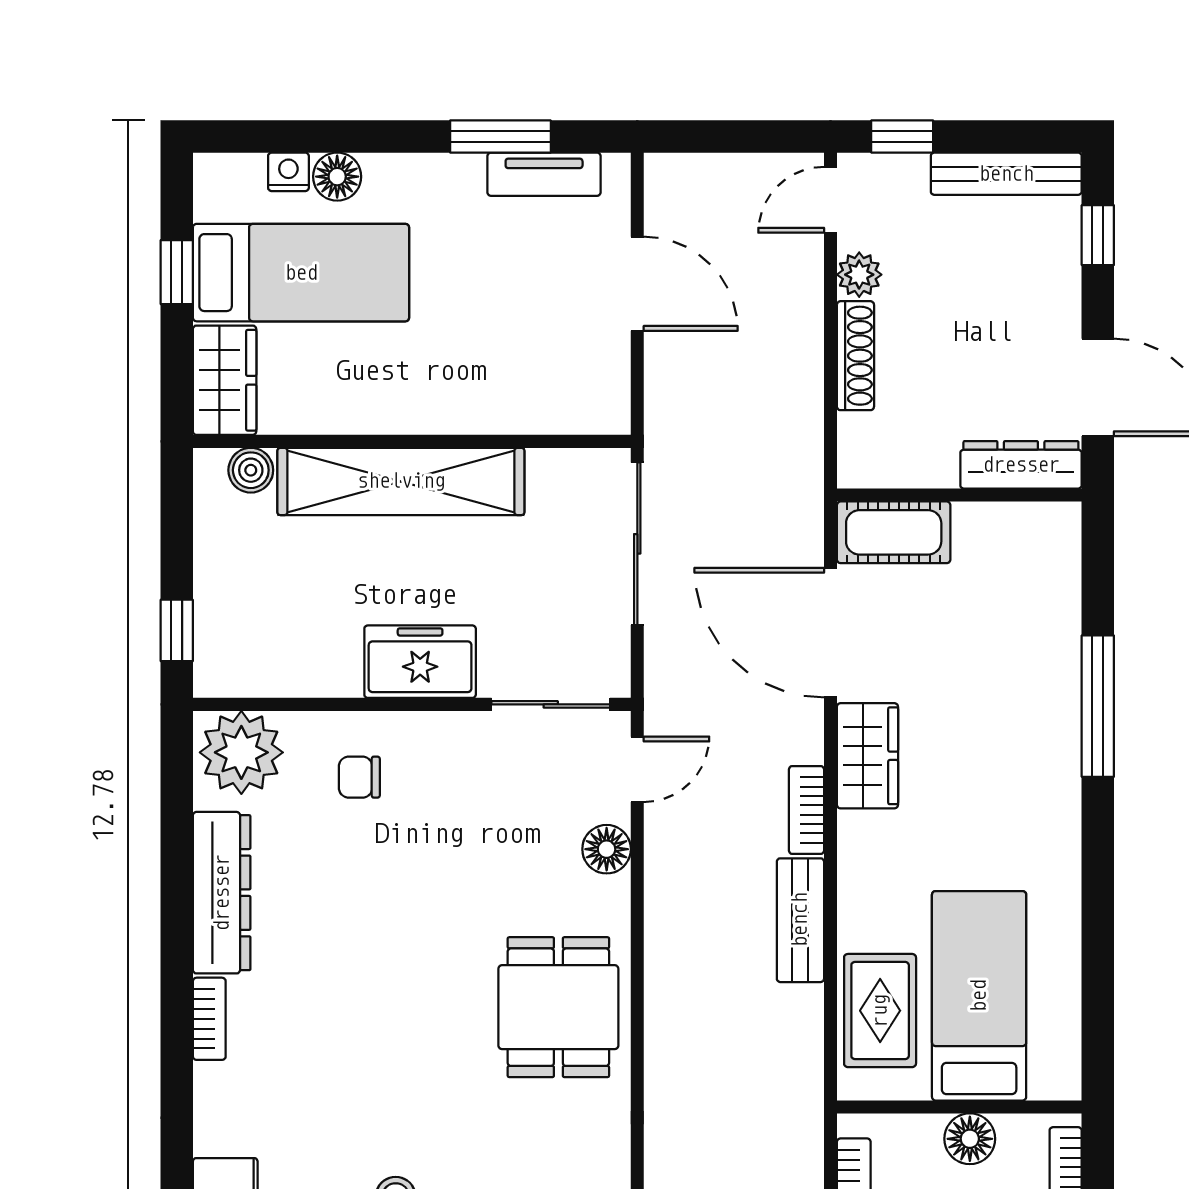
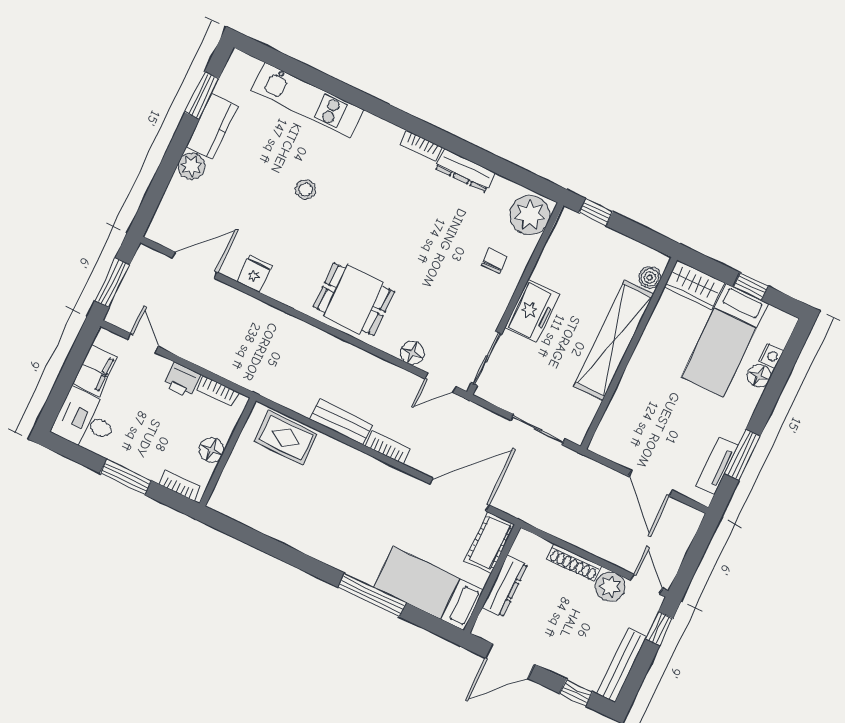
plant: (859, 275) -> (610, 587), width x1.38, depth x1.38
door: (637, 284) -> (650, 483), hinge flipped
dresser: (1021, 465) -> (505, 586), moved
sliding door: (637, 544) -> (538, 429), width x0.73
wardrobe: (867, 756) -> (398, 485), removed
door: (637, 769) -> (440, 383), hinge flipped
dresser: (222, 893) -> (465, 170), width x0.73, depth x0.80
bed: (979, 996) -> (429, 588), moved, turned 180

